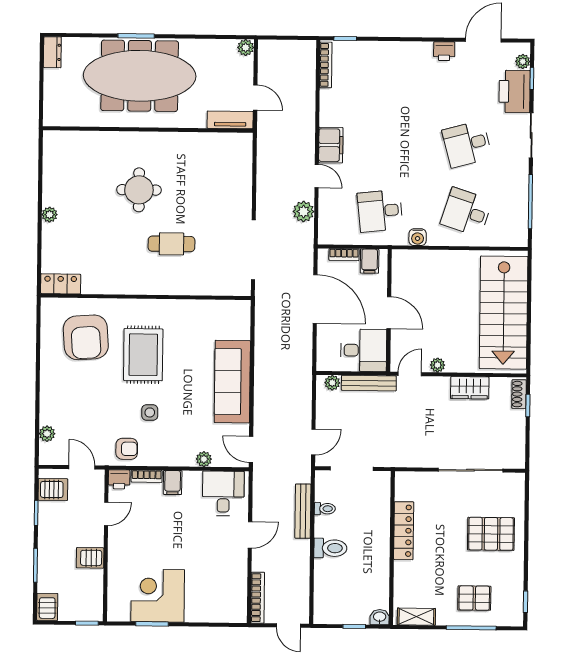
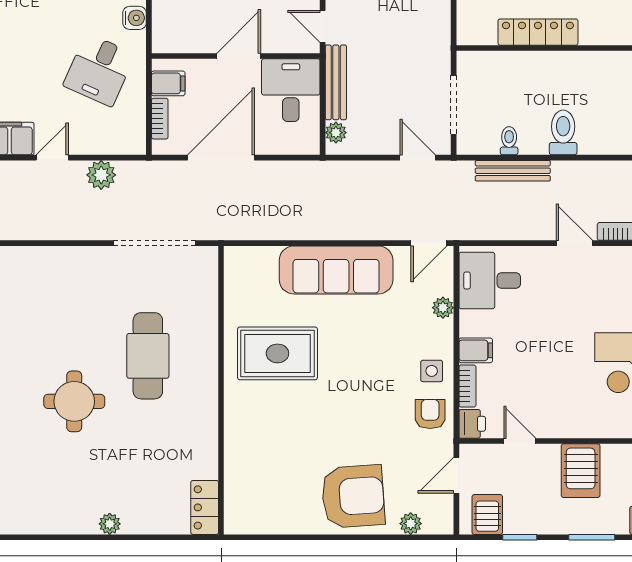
desk: (380, 211) -> (99, 70), turned 30
cafe table: (171, 244) -> (148, 356), width x1.37, depth x1.35
armchair: (86, 337) -> (353, 496), moved
rug: (143, 355) -> (277, 353), moved
side table: (150, 412) -> (432, 371), moved
door: (250, 535) -> (574, 243), moved
server rack: (90, 558) -> (581, 471), width x1.36, depth x1.44

